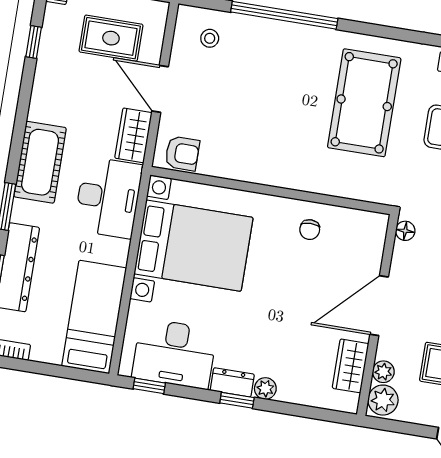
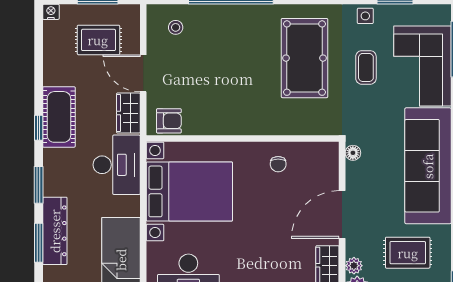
window: (34, 42) -> (39, 128), moved
cot: (40, 162) -> (59, 117), moved

